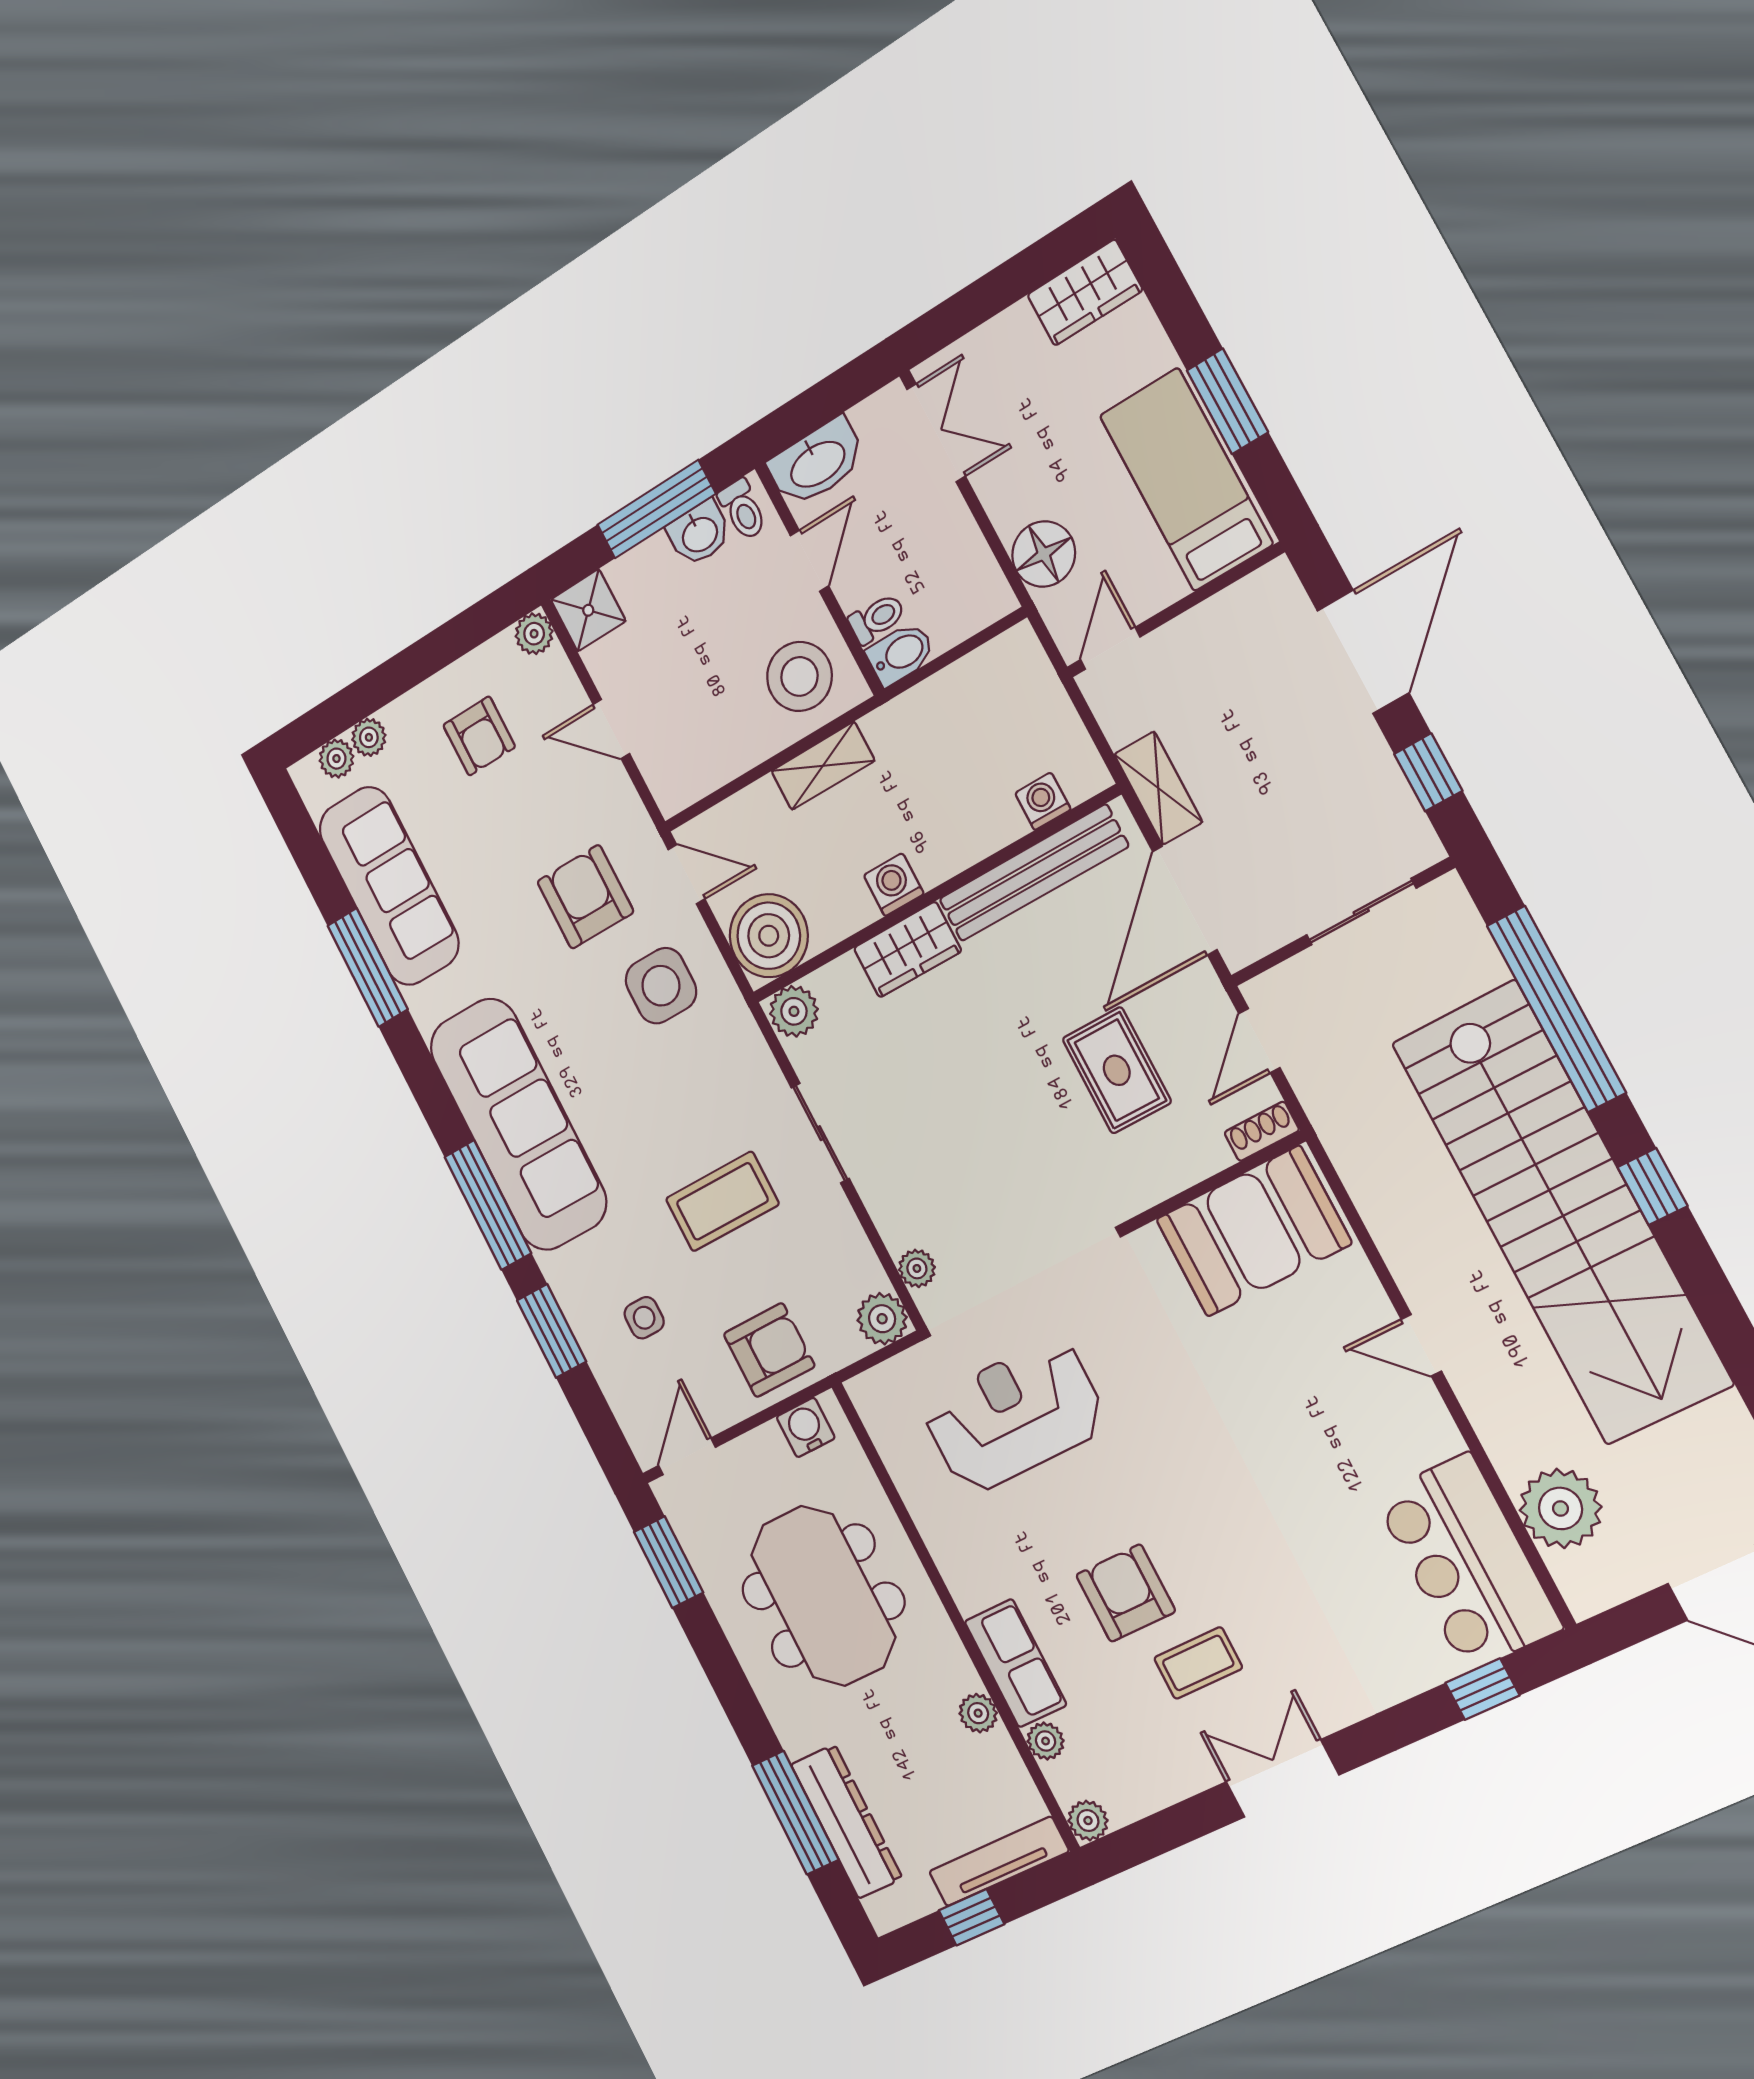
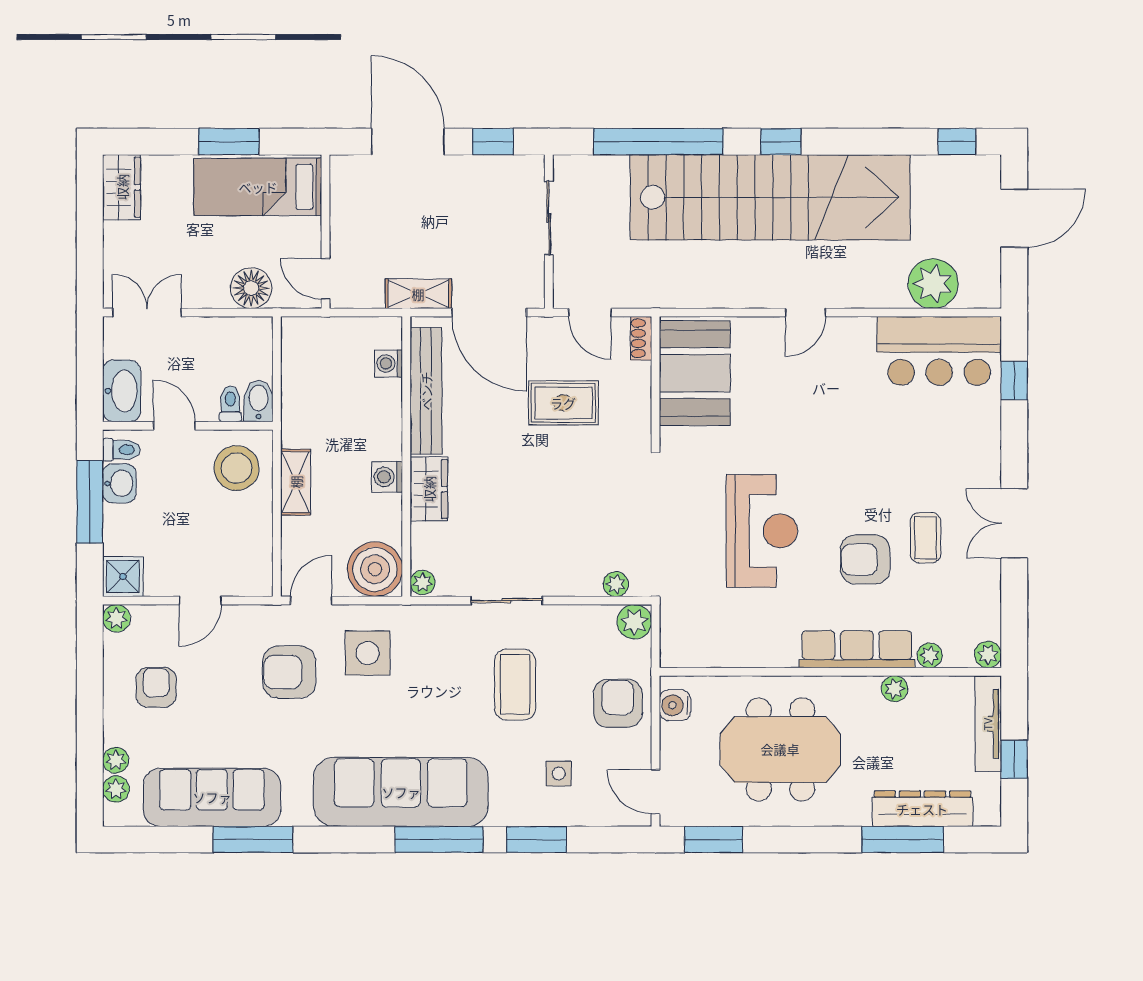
armchair: (479, 736) -> (156, 687), turned -90
plant: (794, 1011) -> (423, 582), width x0.73, depth x0.73
reception desk: (1014, 1415) -> (762, 531), moved, turned 180
row of seats: (1016, 1663) -> (857, 649), width x1.48

